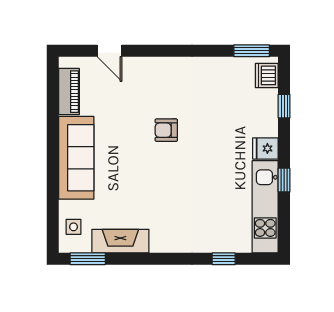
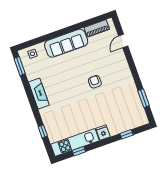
window: (252, 51) -> (144, 98), moved
dishwasher: (267, 75) -> (138, 121), removed
window: (284, 180) -> (79, 151), moved
fireplace: (120, 241) -> (39, 94), moved

